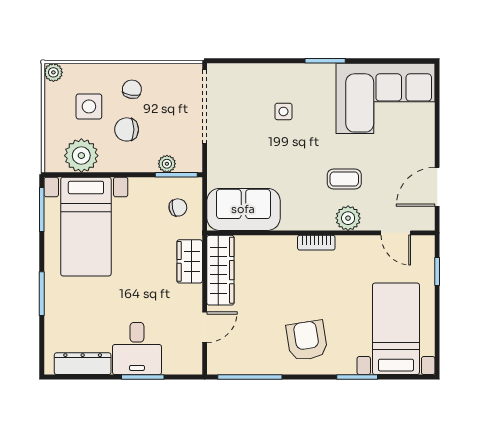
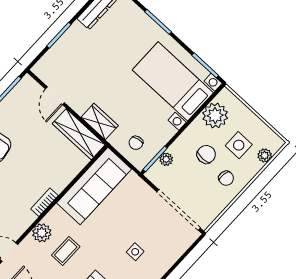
plant: (53, 72) -> (265, 155), moved
sofa: (243, 209) -> (94, 186), width x1.36
desk: (137, 349) -> (78, 47), removed

